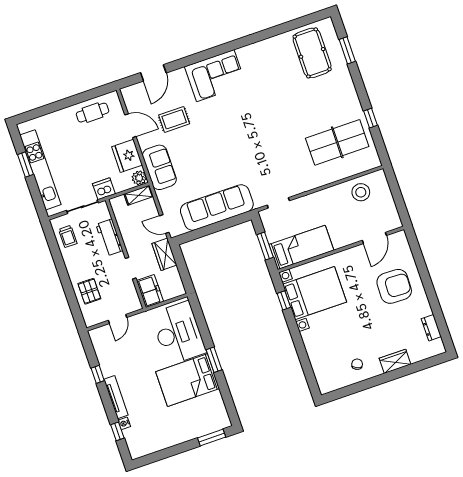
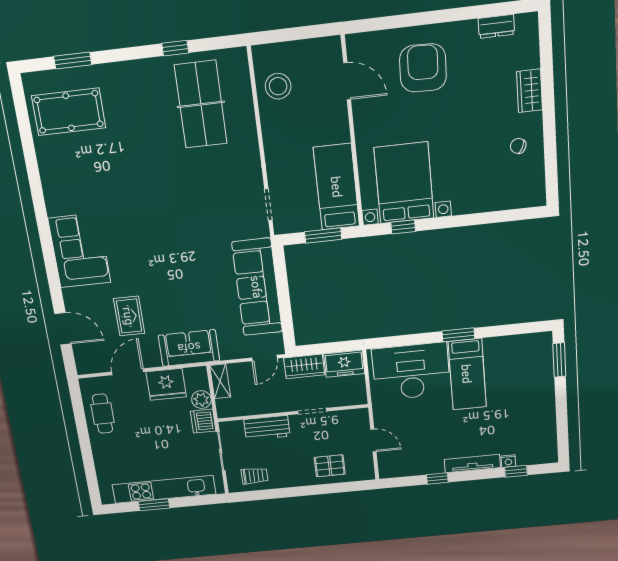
plant: (139, 178) -> (201, 400), moved
freezer: (150, 291) -> (344, 364), moved, turned 180
bed: (188, 380) -> (467, 374), width x0.67

